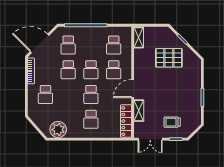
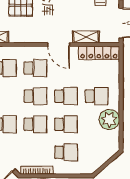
school desk: (68, 95) -> (66, 124), added
plant: (58, 130) -> (109, 120), moved

